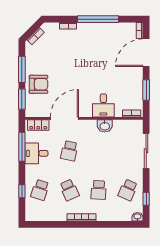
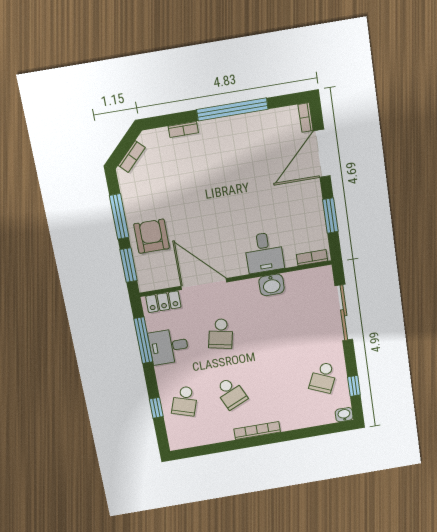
armchair: (38, 84) -> (152, 236), turned -90
door: (64, 118) -> (204, 284), hinge flipped
school desk: (99, 190) -> (277, 385), removed

